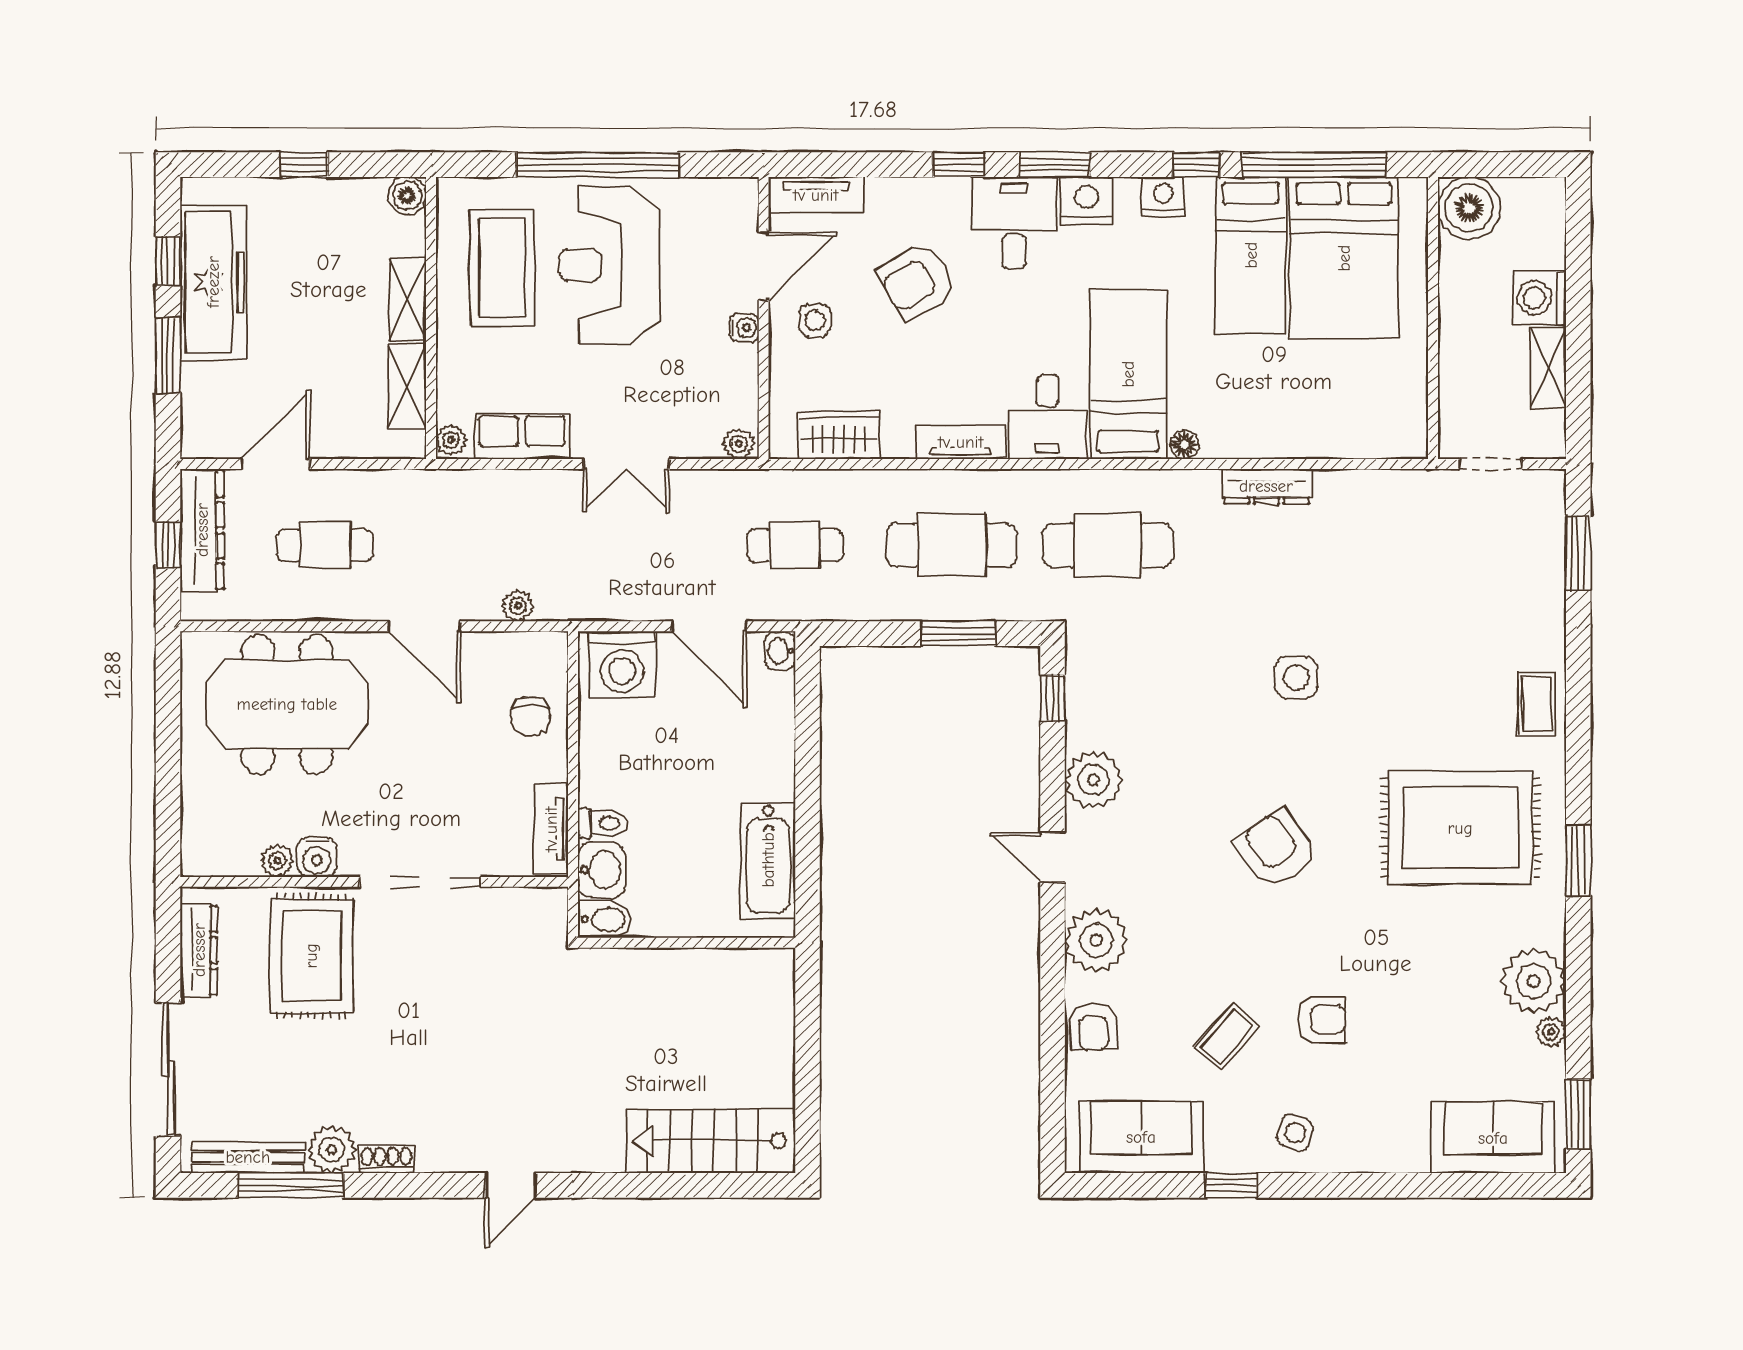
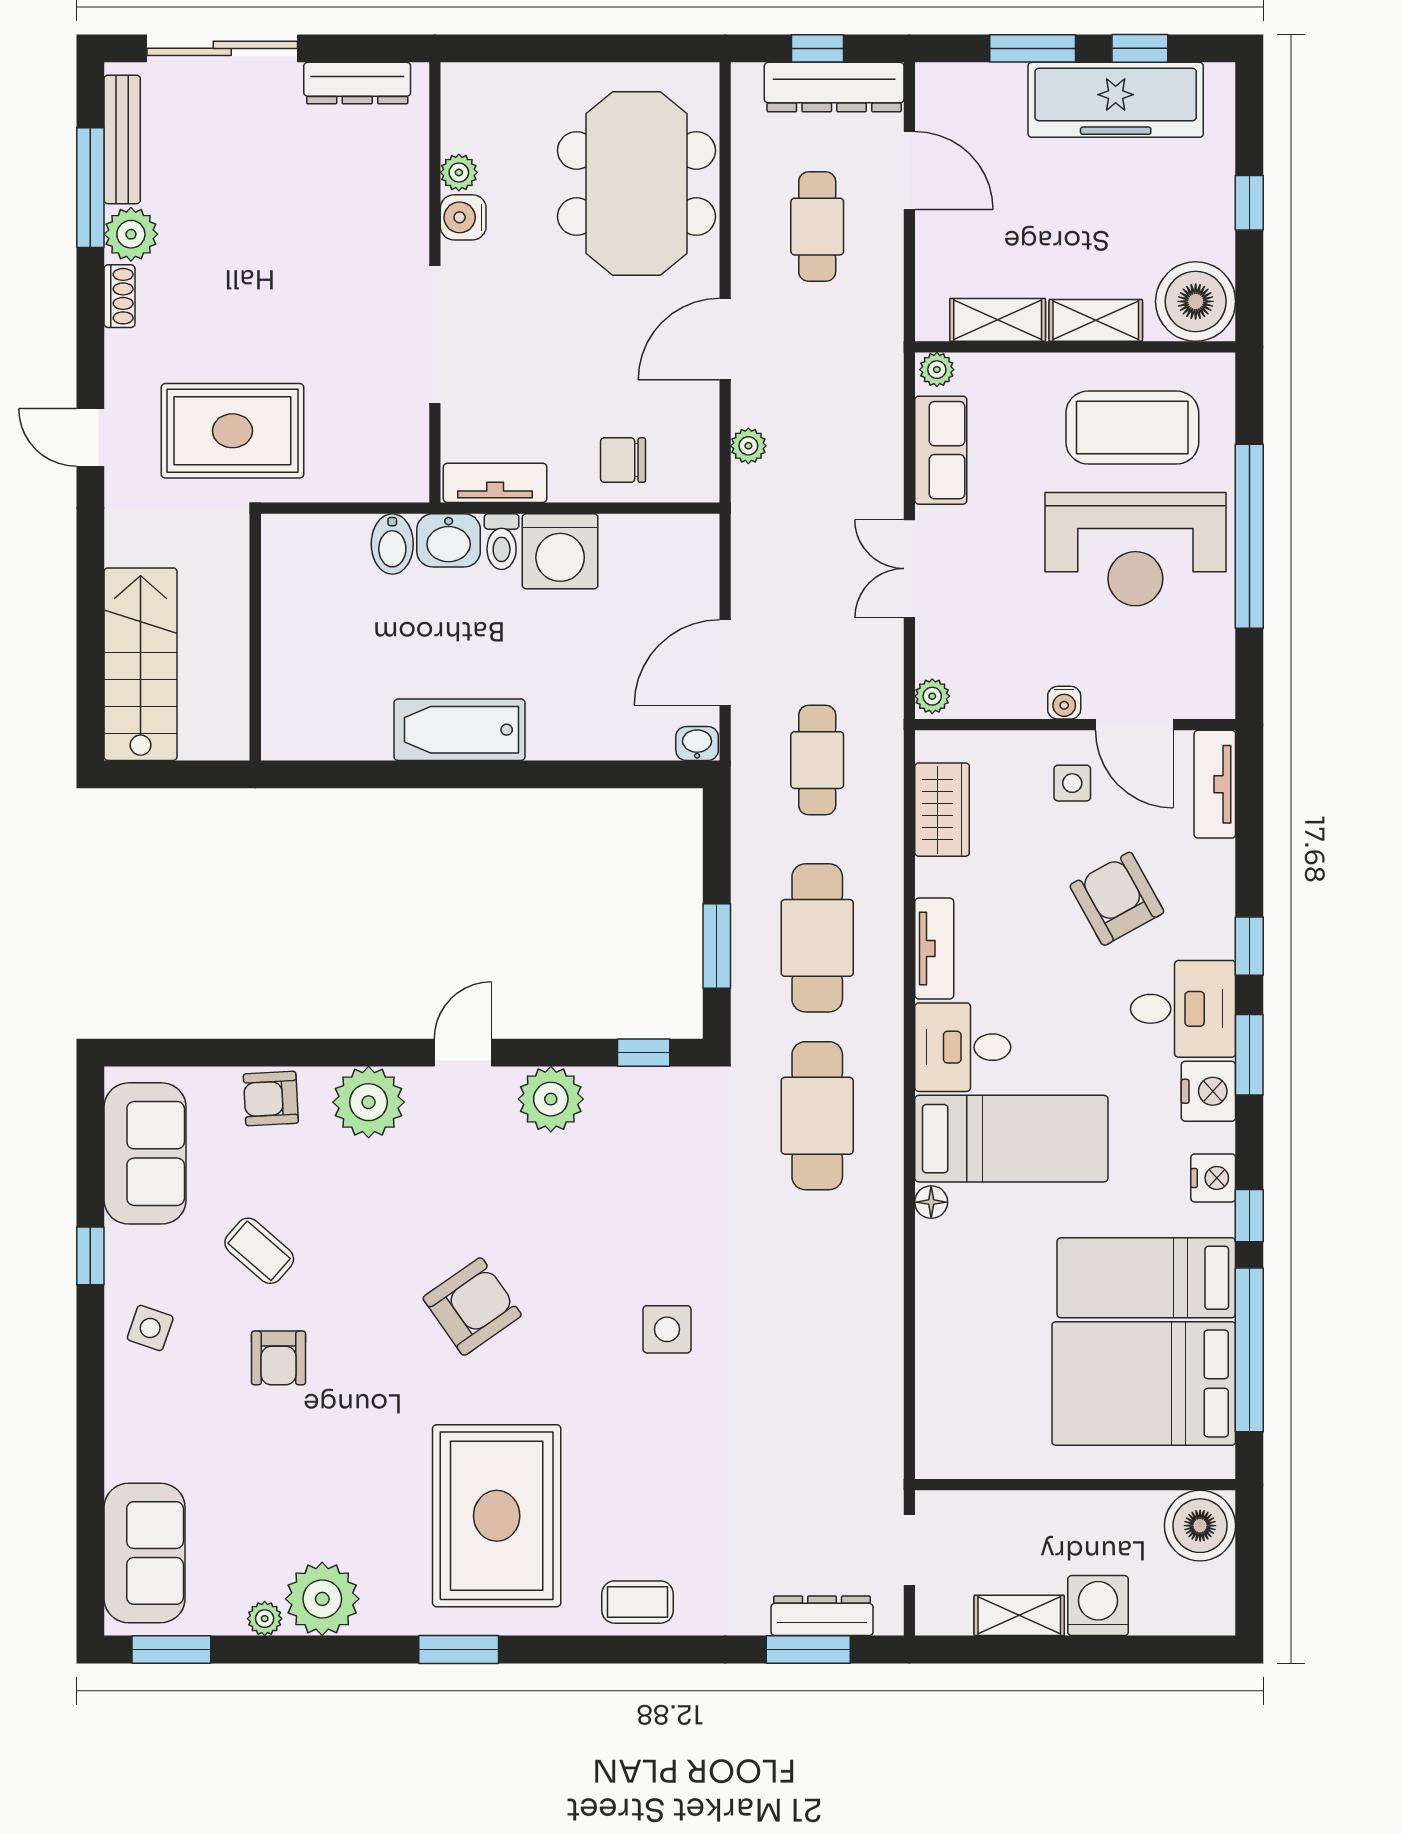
boiler: (407, 196) -> (1196, 301), width x1.86, depth x1.86
reception desk: (609, 265) -> (1135, 549), turned 180
dresser: (1266, 486) -> (822, 1616), moved, turned 90
washing machine: (622, 664) -> (560, 551), moved, turned -90
wall: (687, 943) -> (255, 637), moved
rug: (311, 956) -> (232, 431), moved

